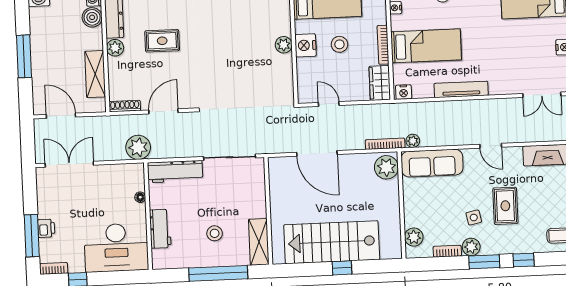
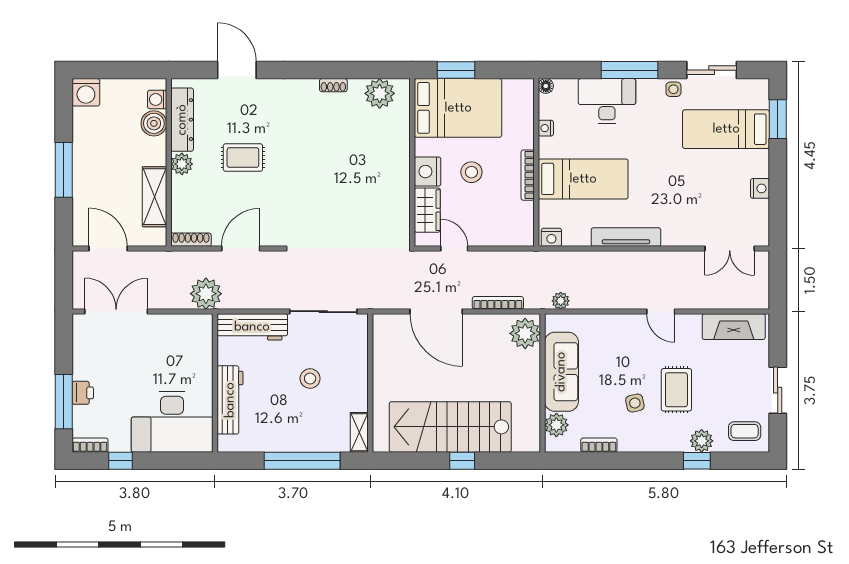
plant: (284, 45) -> (399, 169), removed
wardrobe: (380, 83) -> (427, 210), moved, turned 180
bookcase: (385, 144) -> (498, 303), moved
sofa: (432, 163) -> (561, 372), moved, turned -90
floor lamp: (140, 197) -> (206, 358), removed
workbench: (160, 229) -> (230, 400), width x1.37
stool: (215, 233) -> (310, 379), moved
shelving: (259, 242) -> (359, 432), width x0.67, depth x0.75
plant: (471, 247) -> (702, 441), moved
window: (484, 262) -> (646, 461), removed

